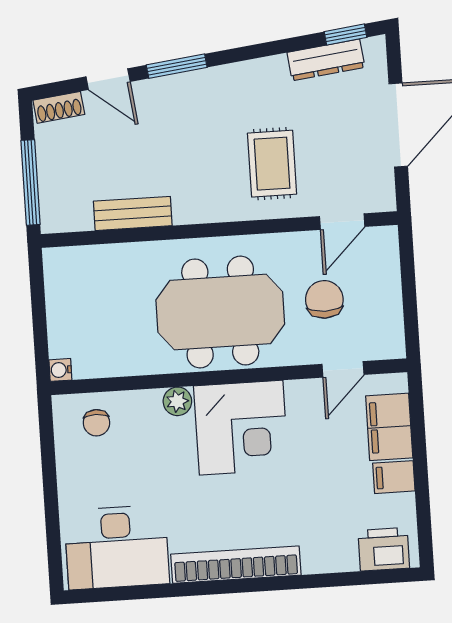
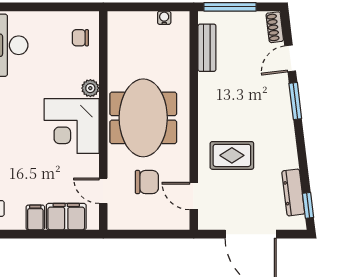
bench: (133, 213) -> (207, 48), moved
water cooler: (60, 370) -> (164, 18), moved

